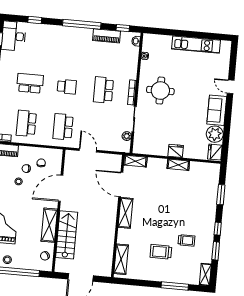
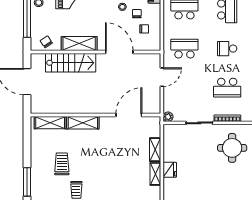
school desk: (67, 87) -> (227, 49), turned 90
school desk: (103, 90) -> (227, 88), turned 180
plant: (127, 136) -> (168, 117), moved
shelving: (135, 161) -> (155, 150), moved
shelving: (125, 213) -> (83, 123), moved

